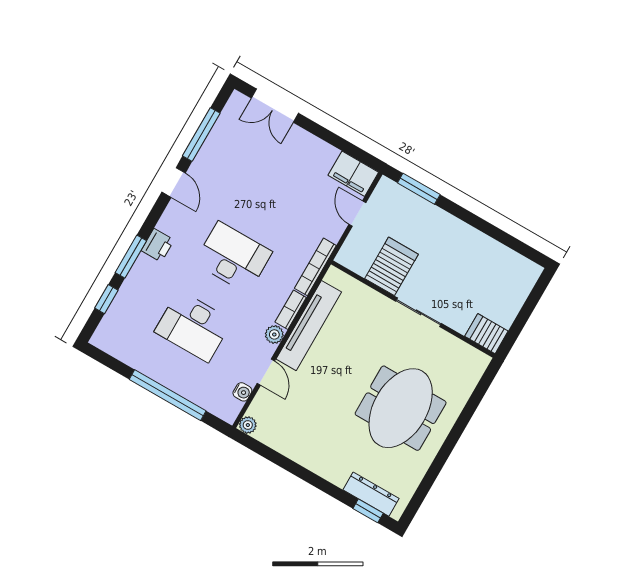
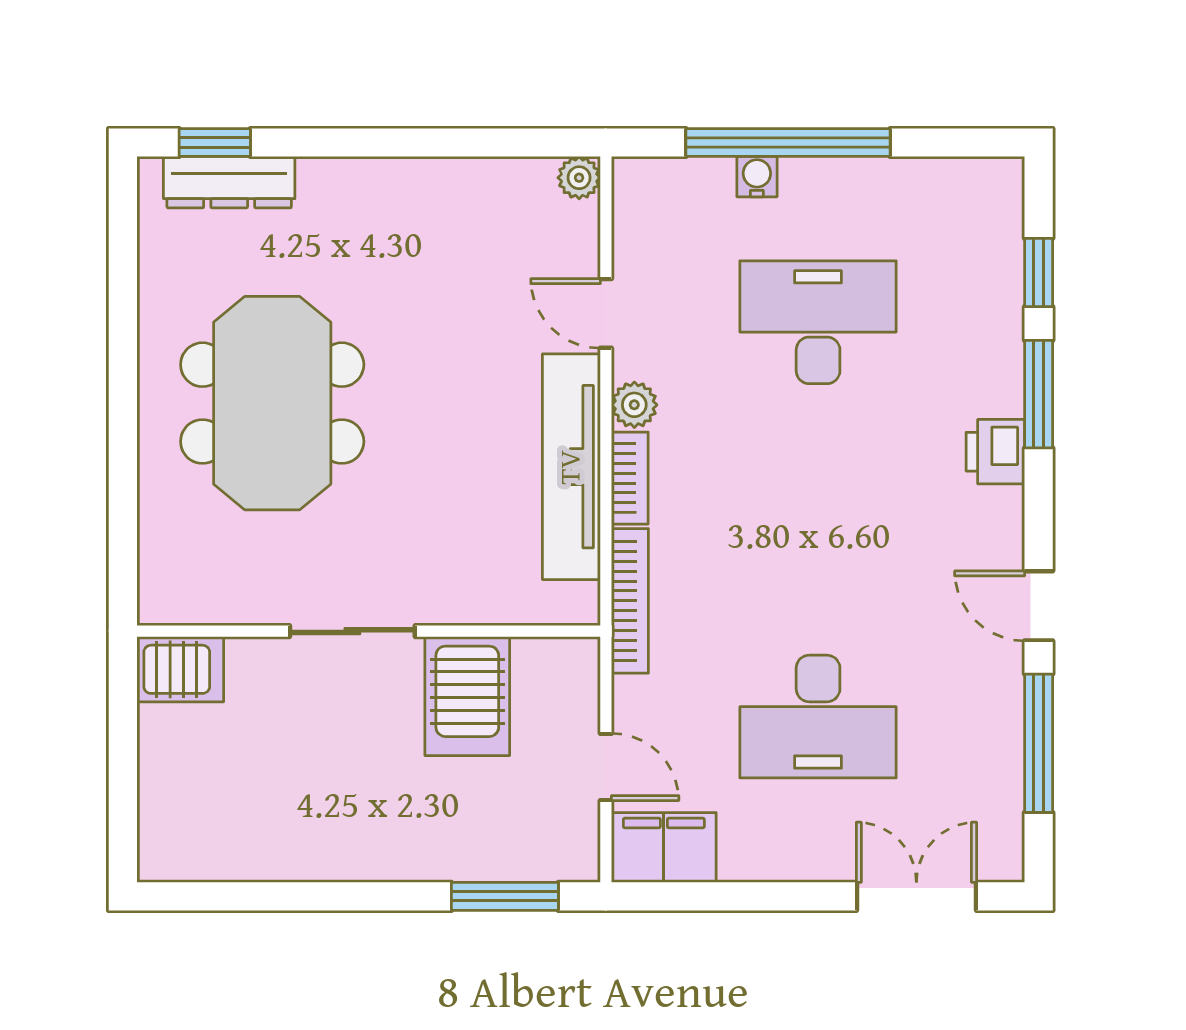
desk: (233, 257) -> (818, 717), moved
water cooler: (242, 392) -> (757, 177), moved, turned 90

